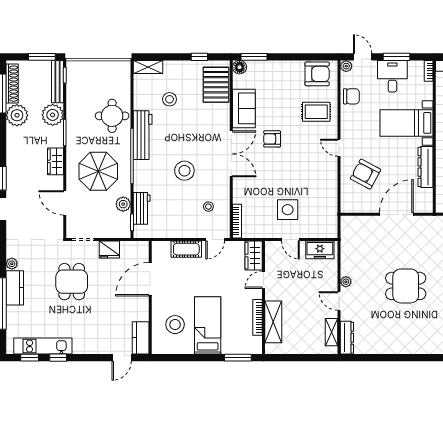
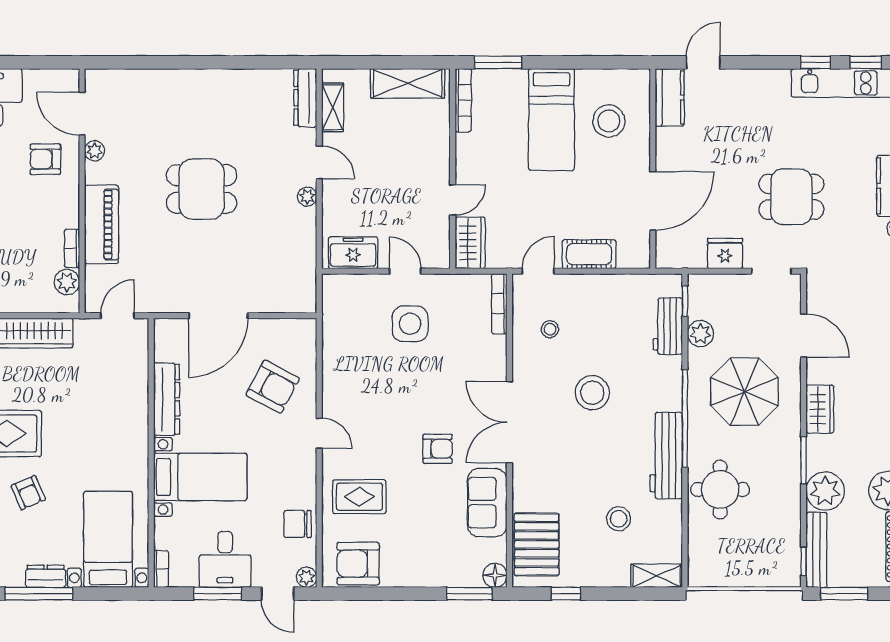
dining table: (72, 282) -> (791, 197), turned 90
bookcase: (258, 317) -> (463, 100), moved
shelving: (273, 322) -> (408, 83), moved, turned 90

